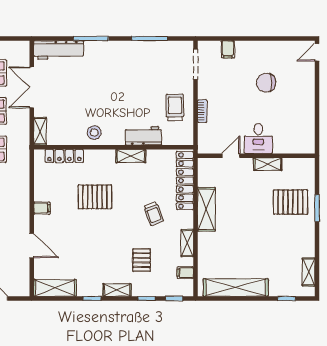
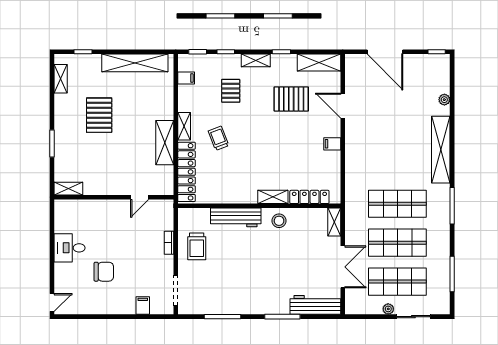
workbench: (143, 136) -> (236, 217), width x1.38
desk: (258, 138) -> (70, 248), moved, turned -90
shelving: (131, 156) -> (273, 197), moved
shelving: (268, 164) -> (68, 189), moved
pallet: (95, 197) -> (291, 99), moved
pallet: (290, 202) -> (99, 115), moved, turned 90
shelving: (187, 243) -> (184, 126), moved

